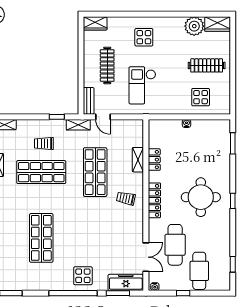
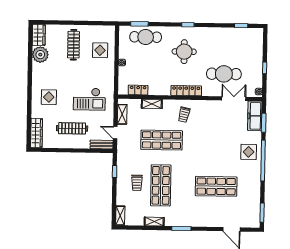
wardrobe: (95, 23) -> (36, 133), width x1.50
door: (103, 117) -> (115, 133), swing flipped
shelving: (78, 125) -> (122, 114), moved
locker: (154, 160) -> (138, 90), moved
round table: (201, 197) -> (184, 52), width x0.73, depth x0.73
cafe table: (199, 271) -> (146, 37), moved

